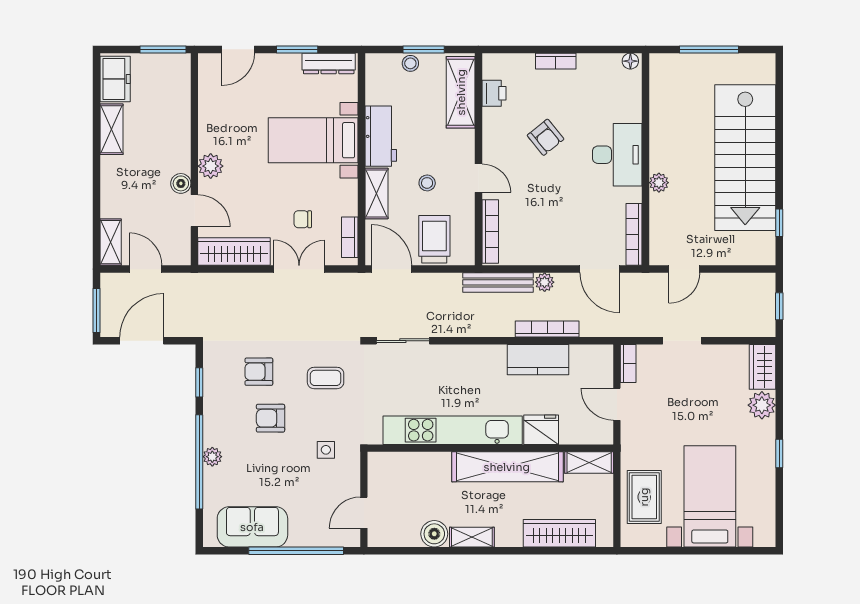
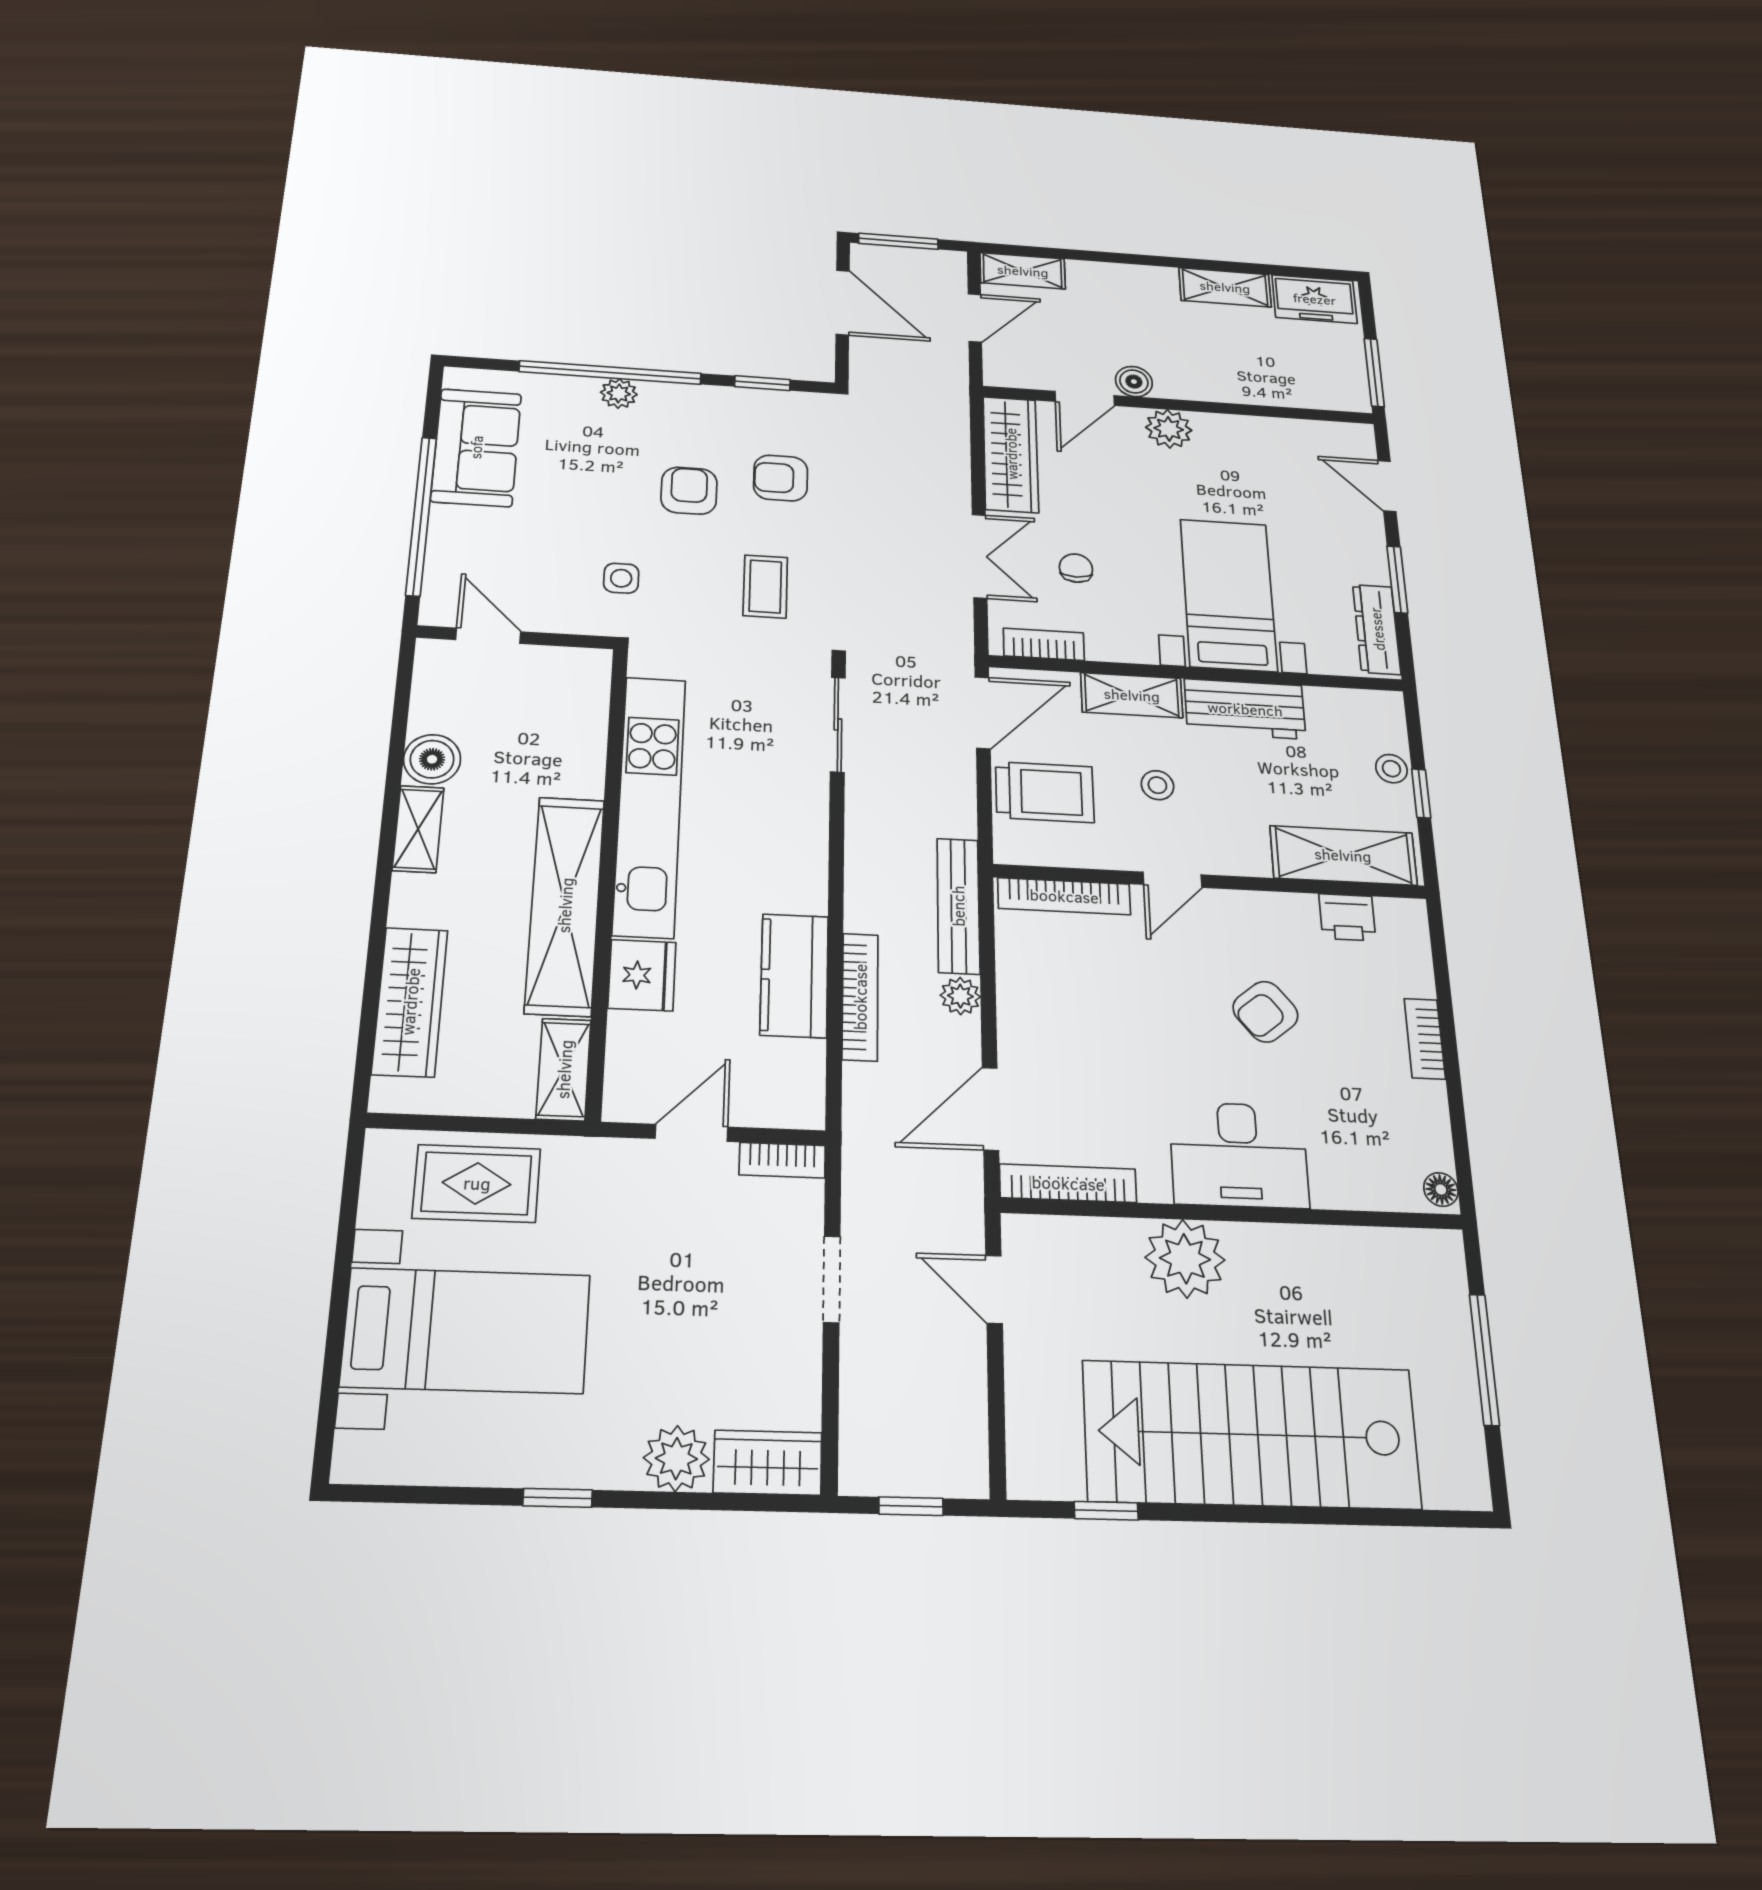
window: (424, 49) -> (1421, 793), width x0.67
plant: (659, 183) -> (1185, 1259), width x1.88, depth x1.88
armchair: (259, 372) -> (781, 478), turned -90

